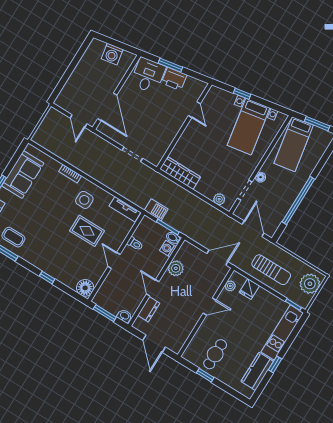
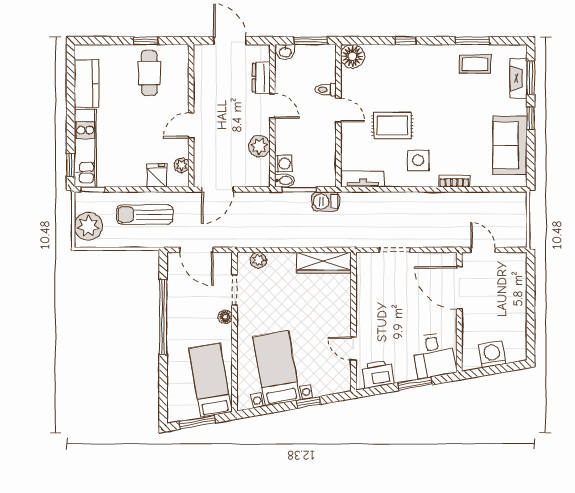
printer: (174, 79) -> (378, 374), moved
toilet: (135, 244) -> (326, 90), moved
window: (275, 364) -> (71, 165), moved

